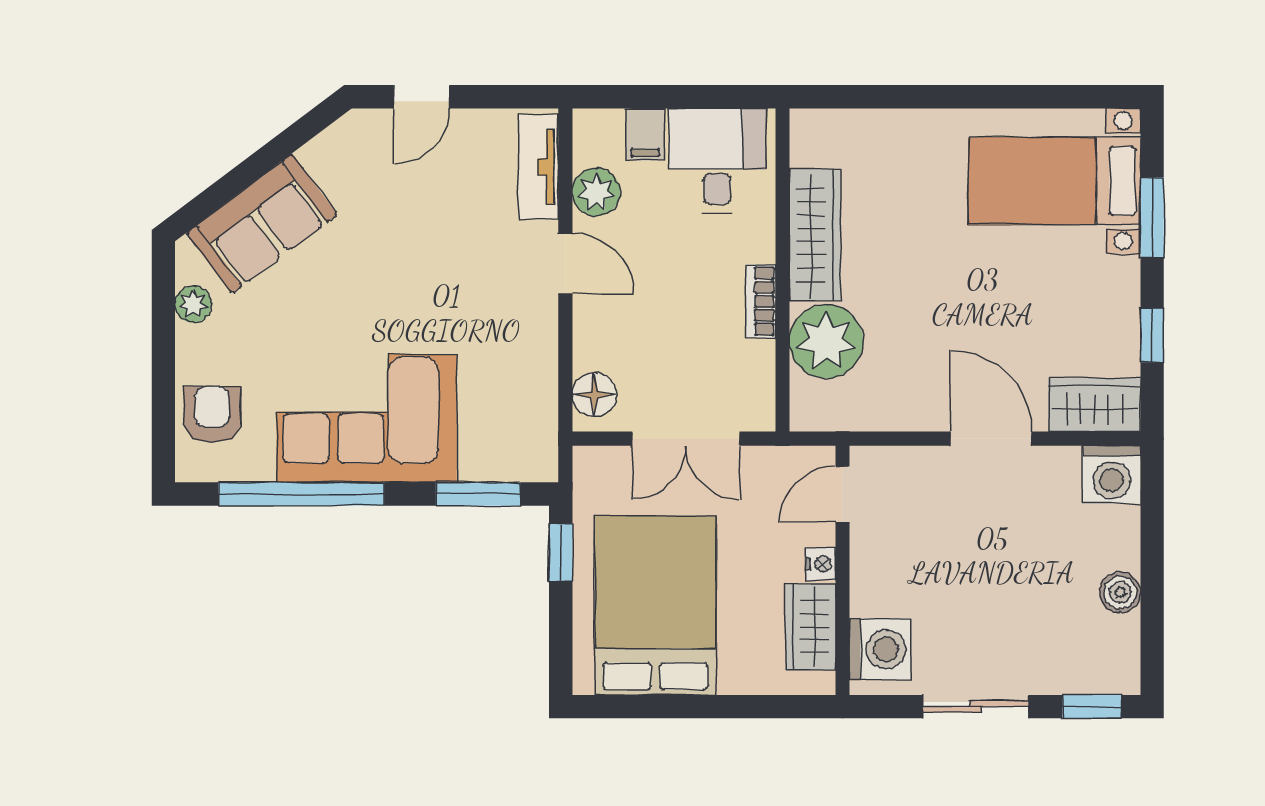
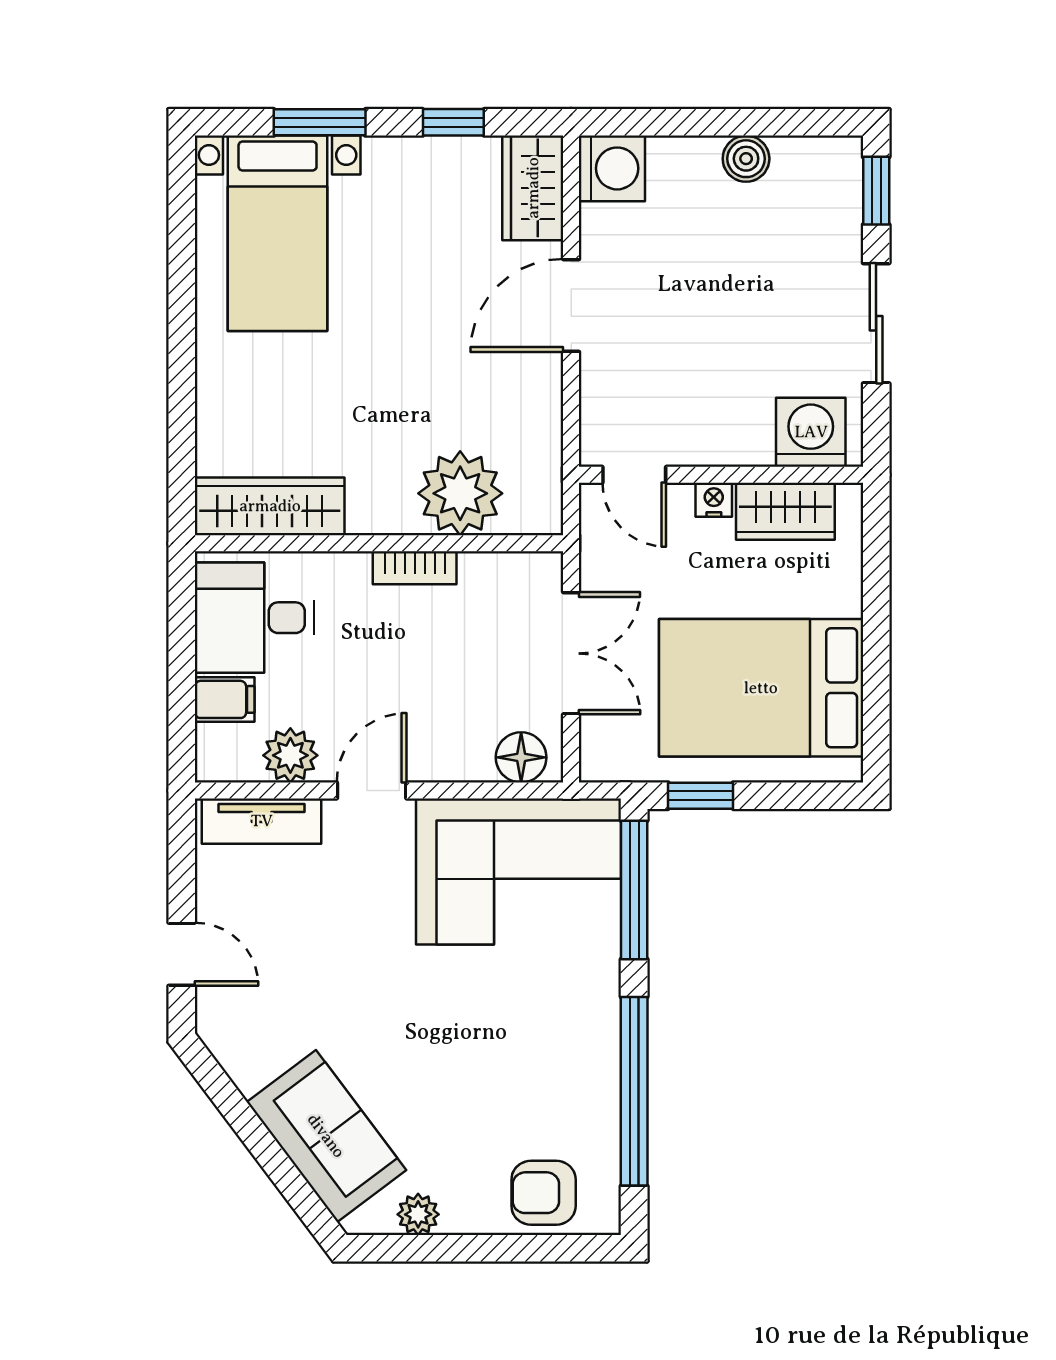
wardrobe: (815, 235) -> (270, 506), moved
corner sofa: (367, 418) -> (519, 871), moved, turned -90
window: (478, 494) -> (634, 890), width x1.44

